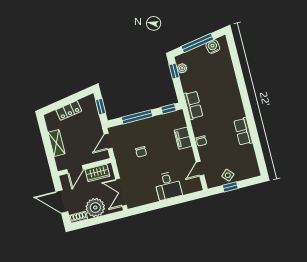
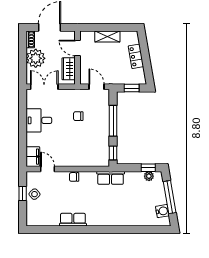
filing cabinet: (183, 138) -> (33, 157), moved, turned 90
desk: (168, 186) -> (39, 120), moved

